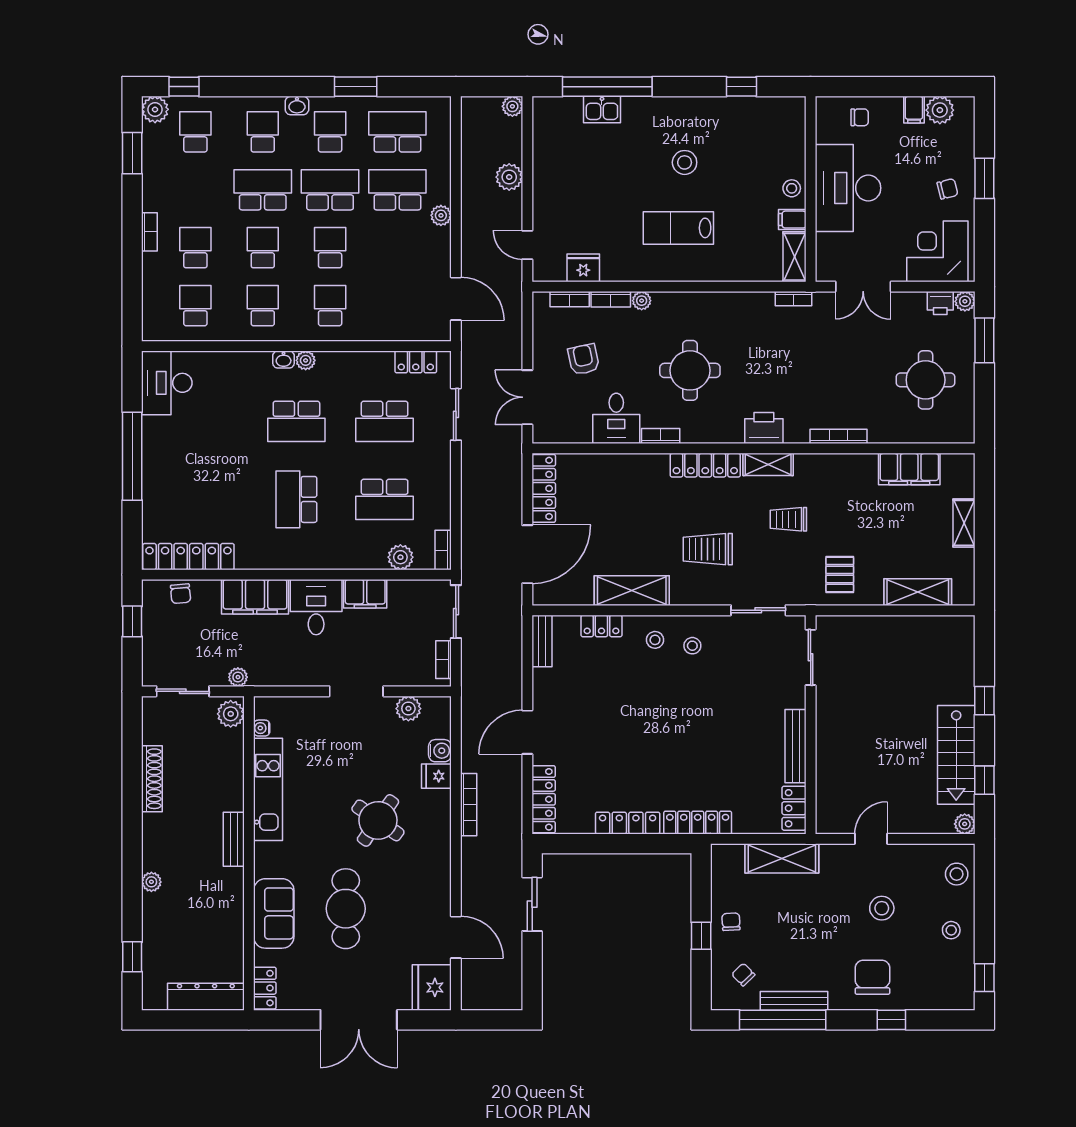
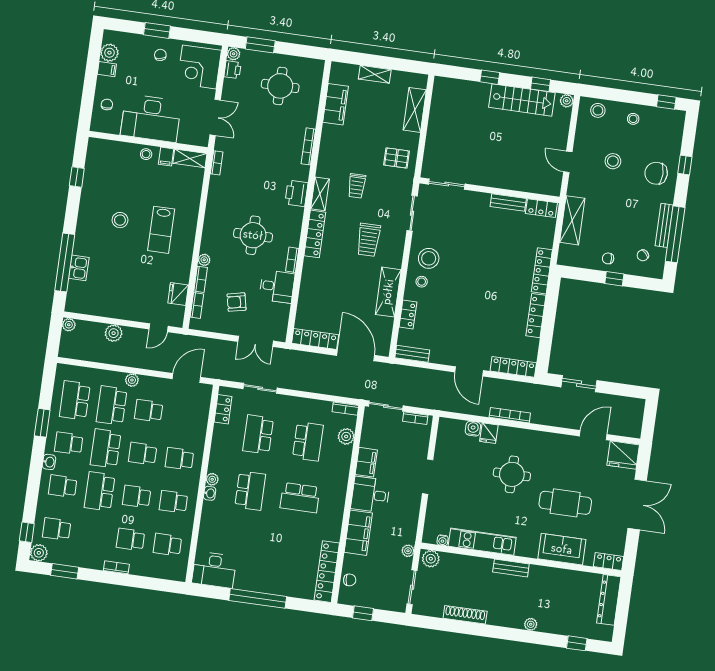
school desk: (397, 248) -> (149, 411), added
school desk: (385, 421) -> (258, 434), turned 180
stool: (692, 646) -> (429, 258), width x1.89, depth x1.89
plant: (408, 709) -> (443, 445), removed
bench: (796, 746) -> (508, 202), width x0.73
round table: (378, 820) -> (512, 474), turned -35

